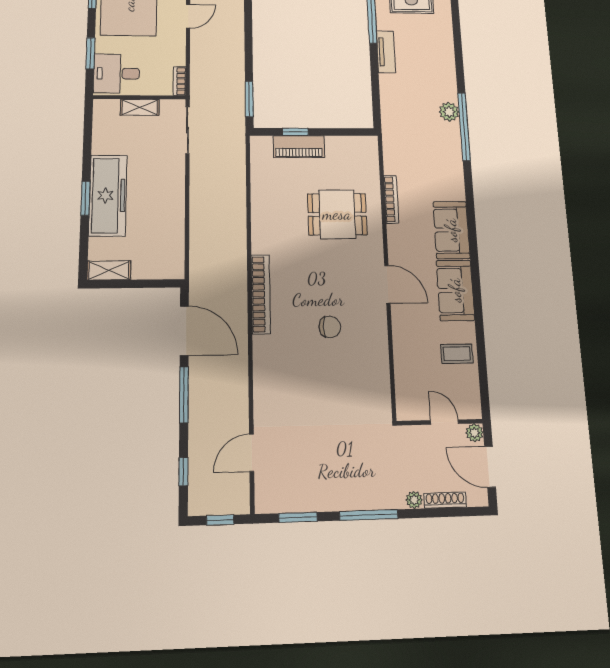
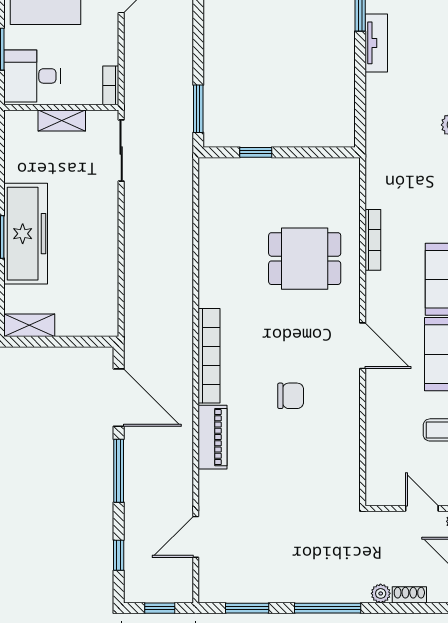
piano: (299, 147) -> (213, 437), moved, turned -90
shoe rack: (445, 500) -> (409, 595), width x0.70

